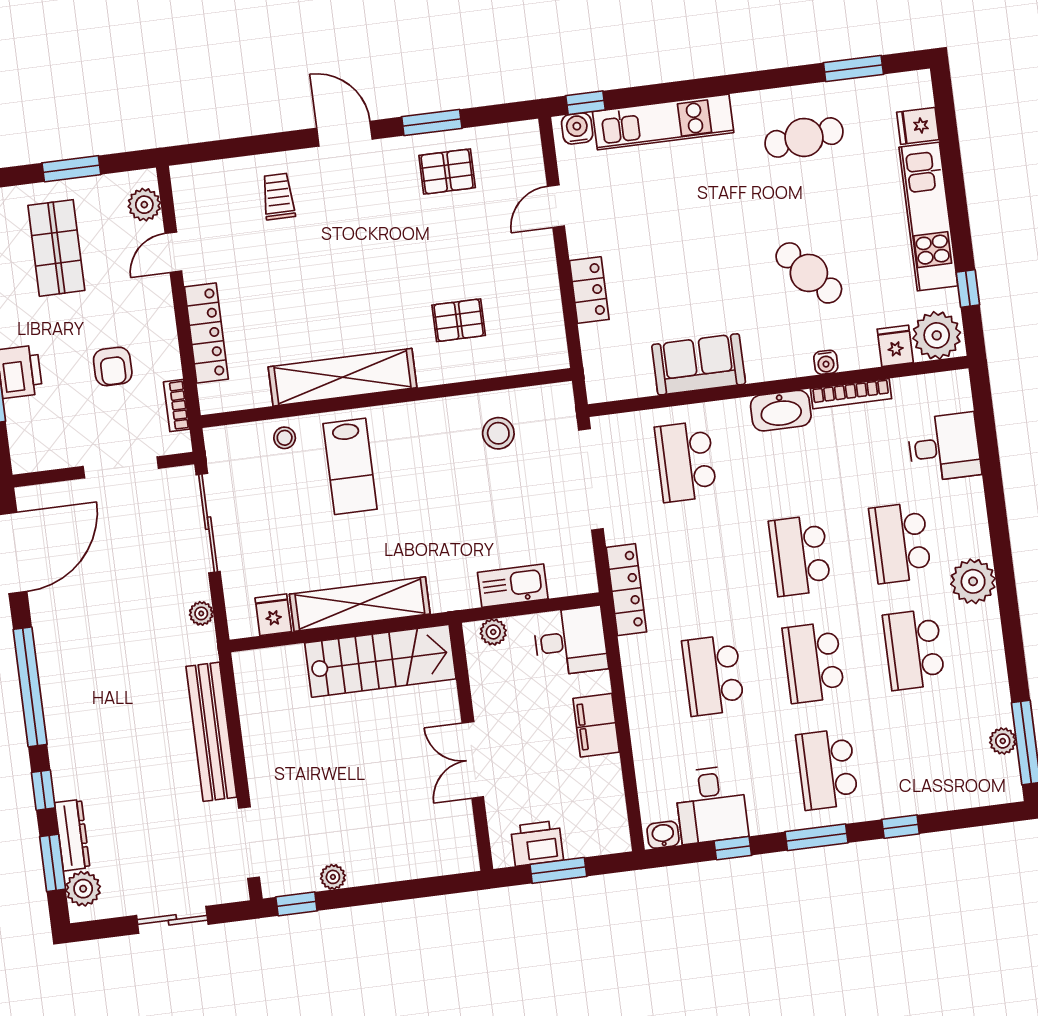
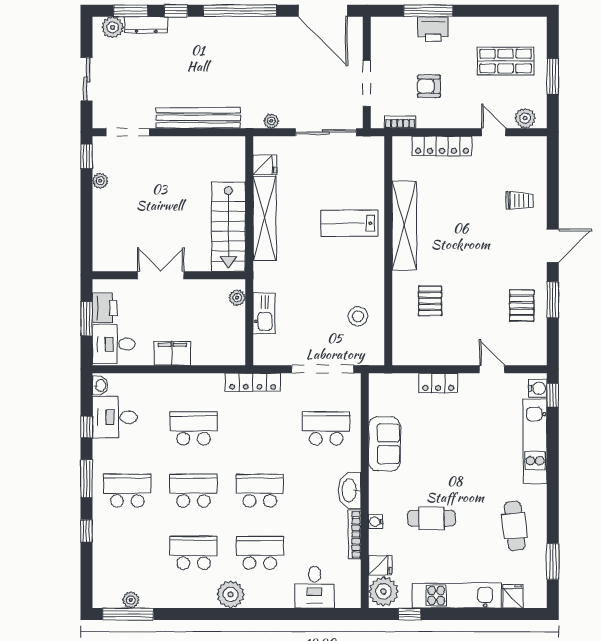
cafe table: (809, 273) -> (432, 518), turned 42
stool: (285, 438) -> (372, 186), removed
desk: (570, 641) -> (114, 344), moved, turned 90

